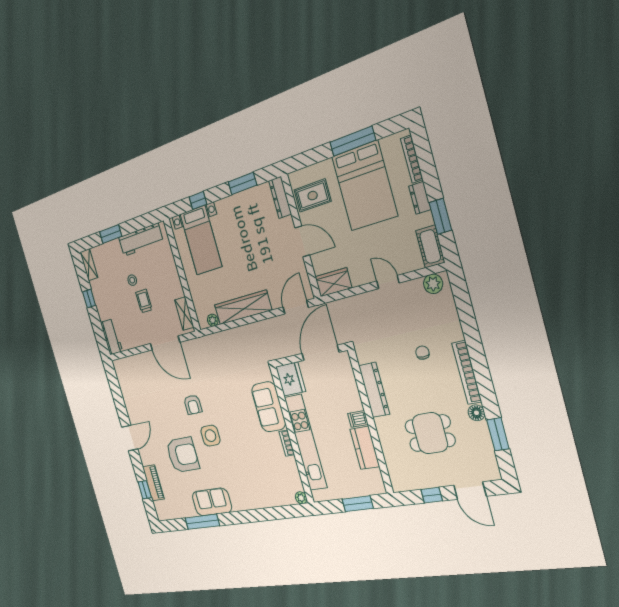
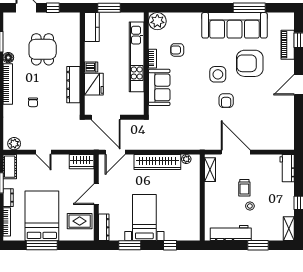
bed with nightstands: (201, 240) -> (144, 218), moved
door: (302, 241) -> (96, 194), hinge flipped
door: (320, 353) -> (106, 117), hinge flipped
fridge: (291, 379) -> (94, 84), moved, turned 180
armchair: (193, 405) -> (226, 101), turned 180
dining table: (430, 433) -> (43, 49), turned 90
kitchen counter: (365, 448) -> (92, 27), moved
armchair: (262, 459) -> (177, 50), added
plant: (301, 498) -> (157, 21), width x1.87, depth x1.87
sofa: (212, 502) -> (234, 25), width x1.85, depth x1.27

